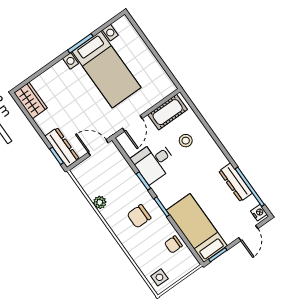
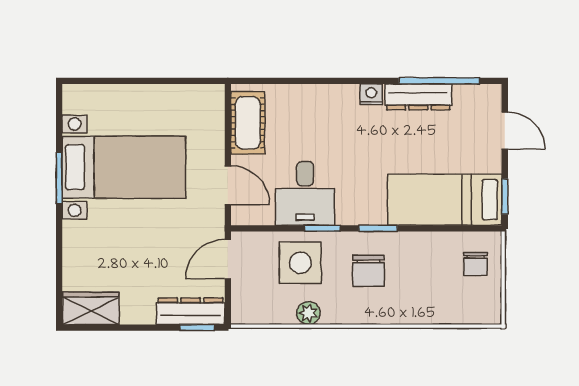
stool: (186, 141) -> (307, 126), removed
nightstand: (259, 213) -> (371, 94), moved
chair: (173, 244) -> (475, 264), moved
side table: (159, 277) -> (300, 263), moved, width x1.87, depth x1.87

